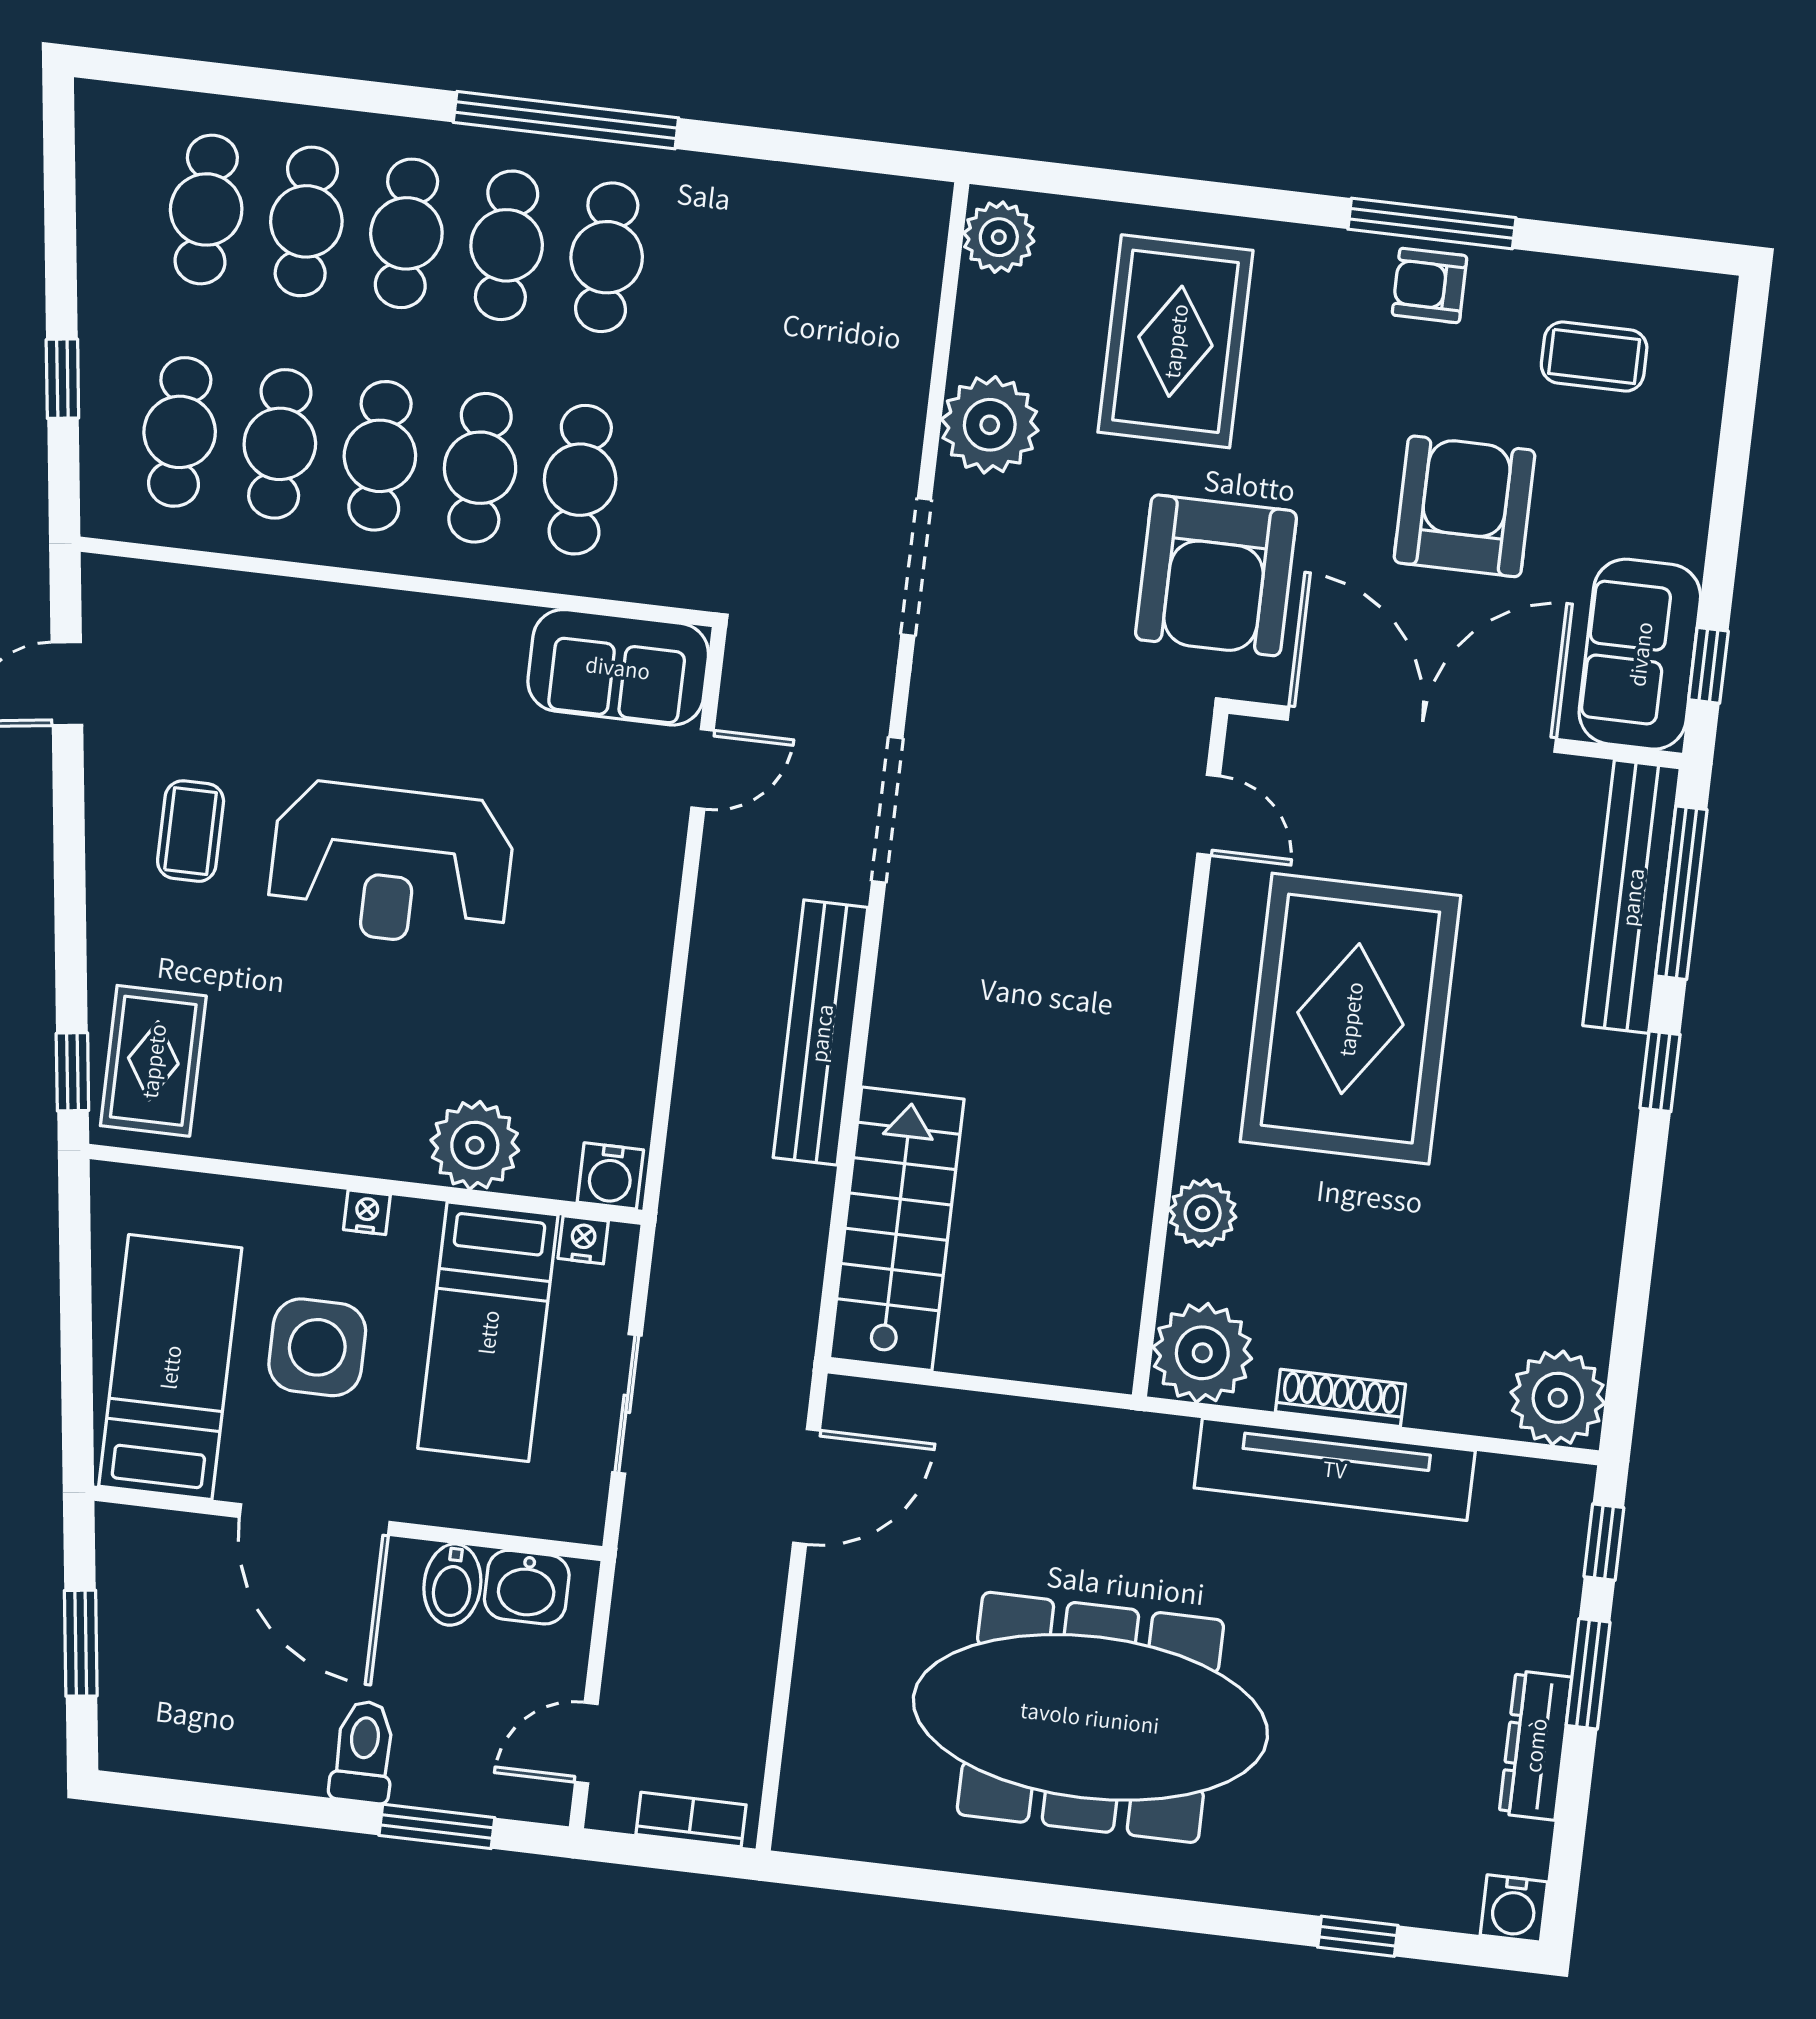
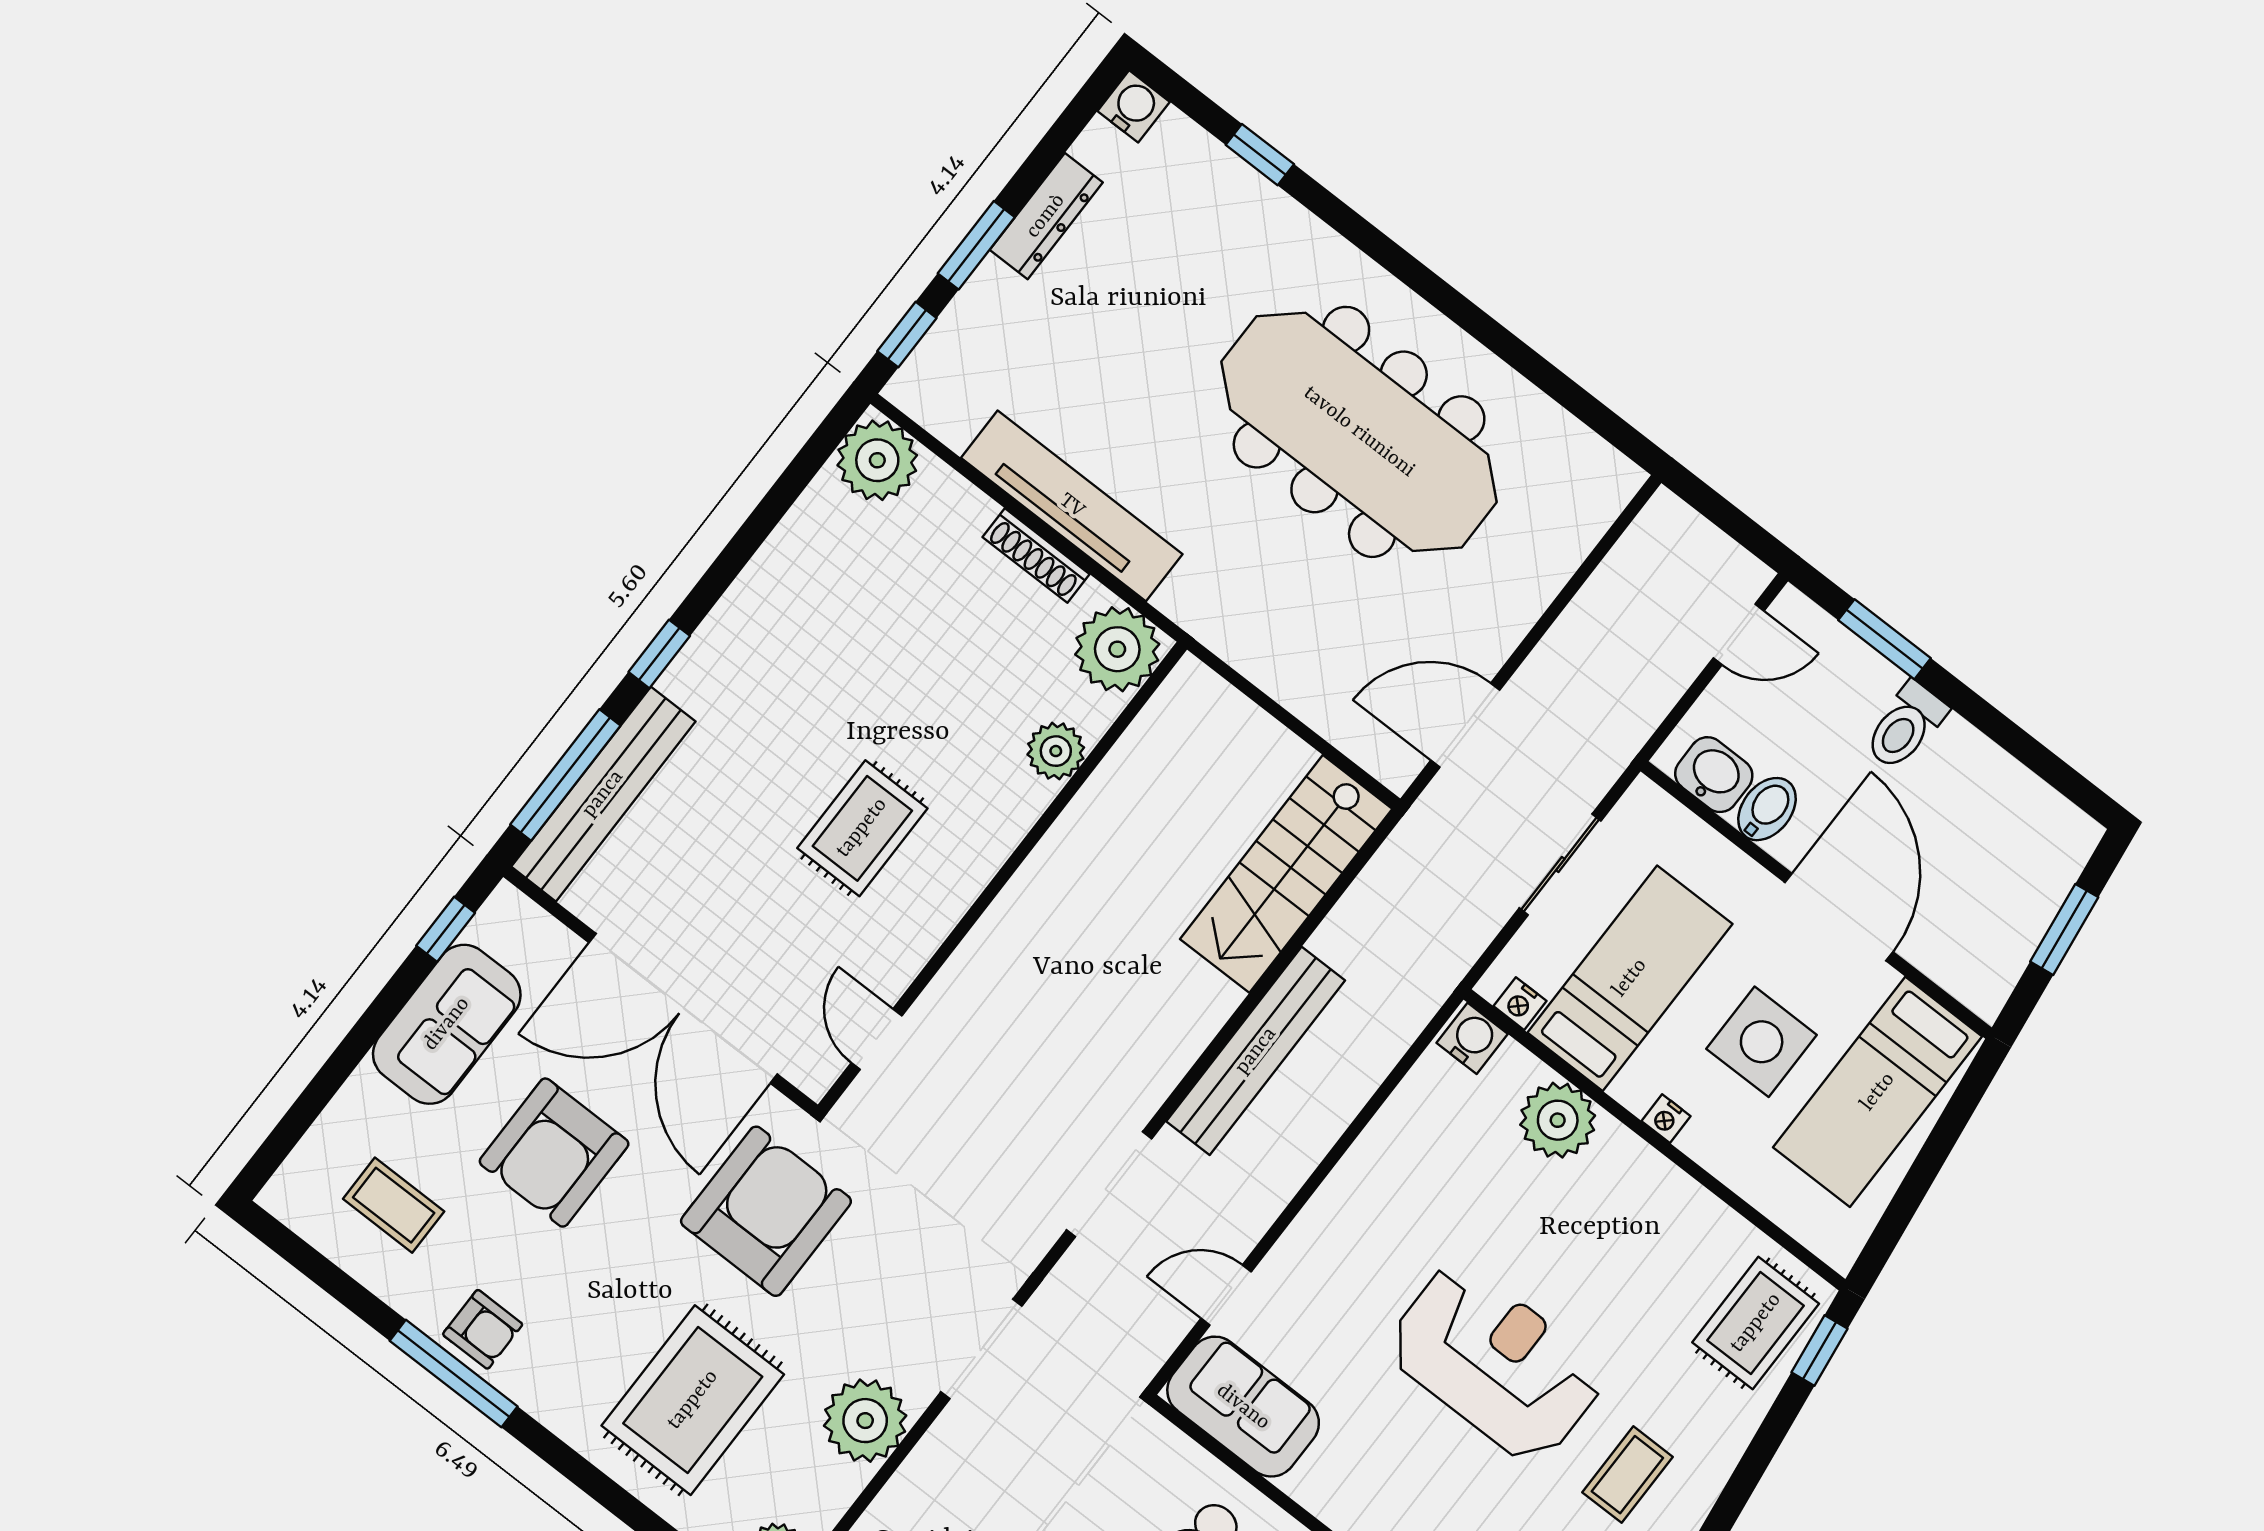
sofa: (1640, 654) -> (447, 1024), moved
rug: (1350, 1019) -> (862, 828), width x0.54, depth x0.49
bookcase: (691, 1820) -> (1696, 533), removed

